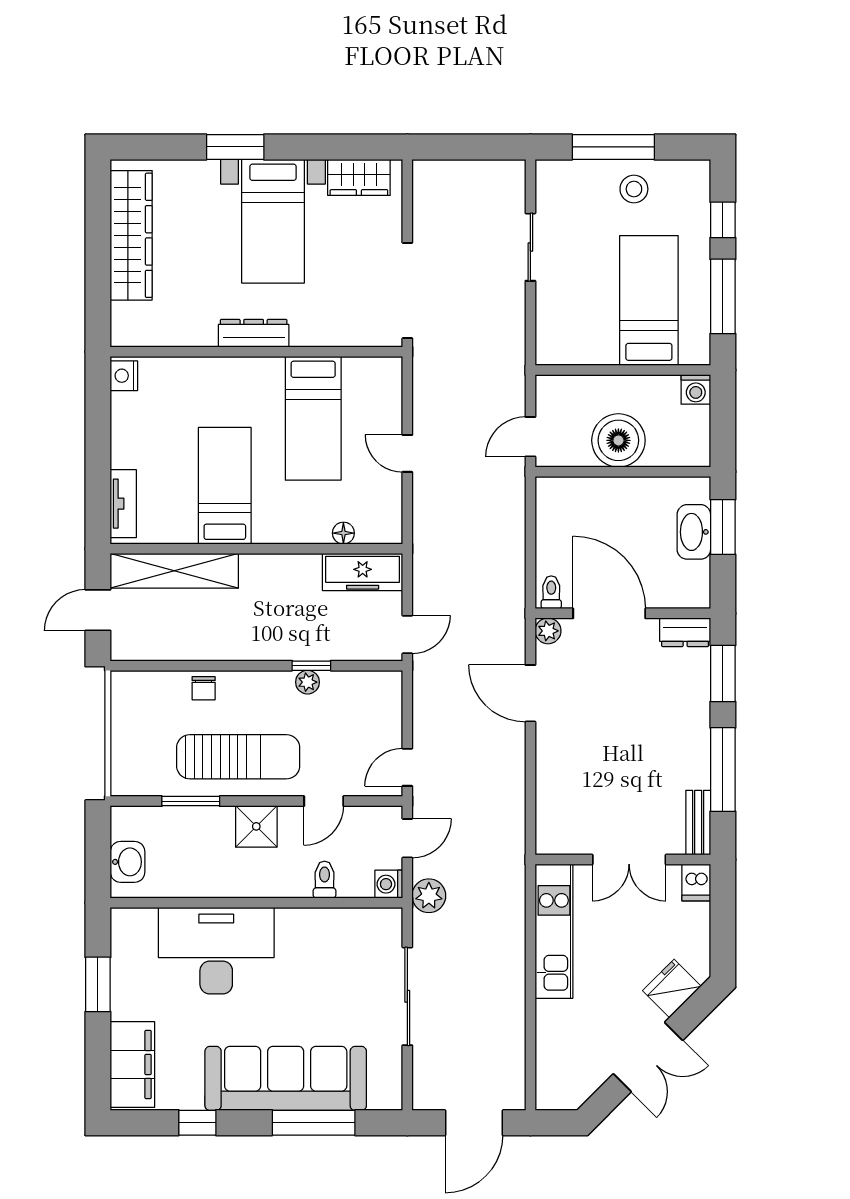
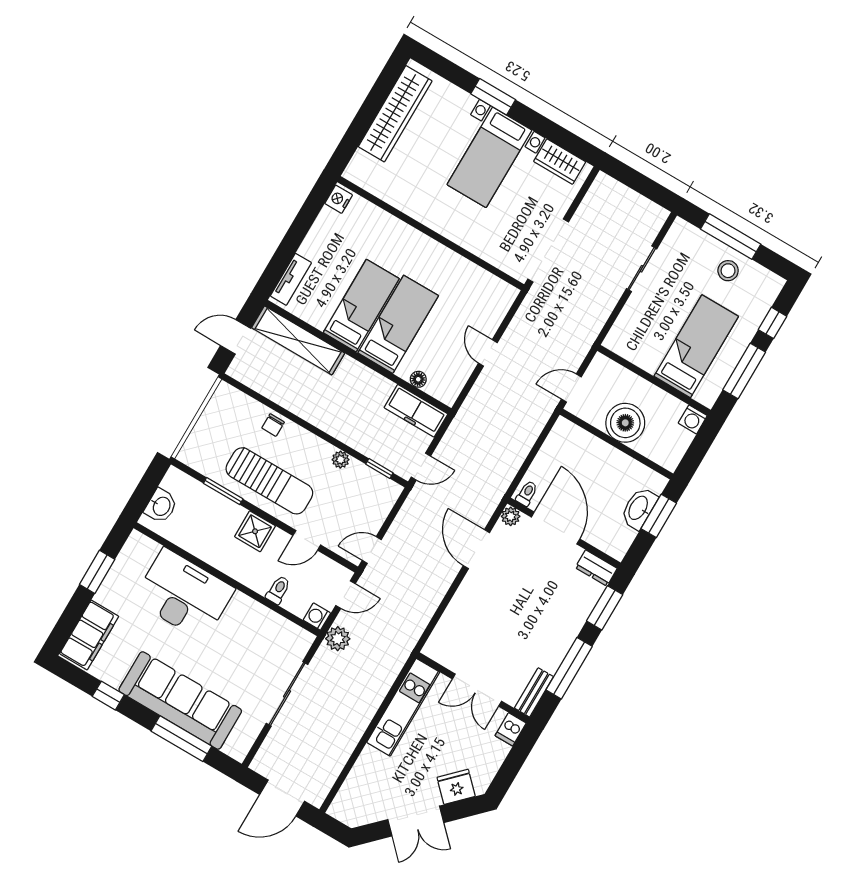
dresser: (254, 333) -> (436, 221), removed
bed: (313, 418) -> (398, 324), moved, turned 180
window: (311, 666) -> (379, 469), moved

